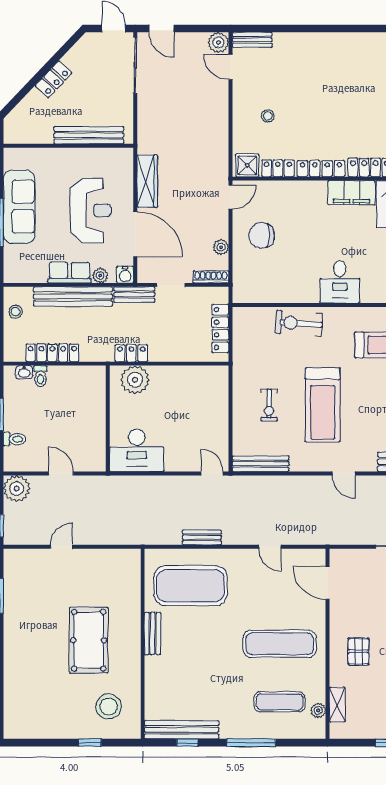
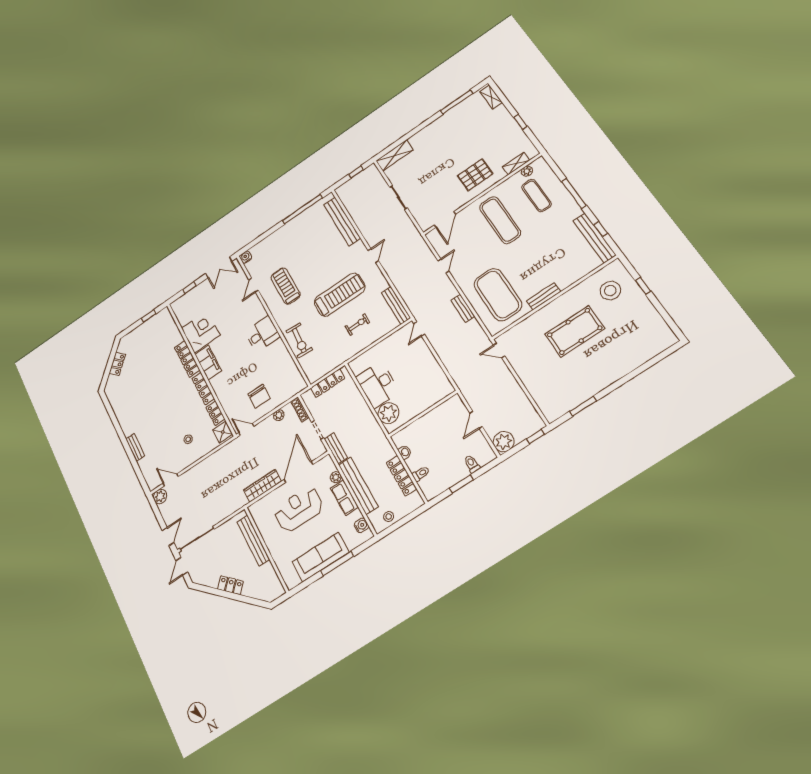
bench: (252, 40) -> (135, 447), moved
door: (231, 67) -> (171, 480), swing flipped
water cooler: (125, 275) -> (361, 525), moved
locker: (131, 353) -> (373, 426), removed
washbasin: (24, 372) -> (405, 452), moved
desk: (137, 450) -> (378, 385), moved, turned 180
door: (61, 547) -> (499, 351), moved
pallet: (358, 651) -> (475, 175), width x1.50, depth x1.42

